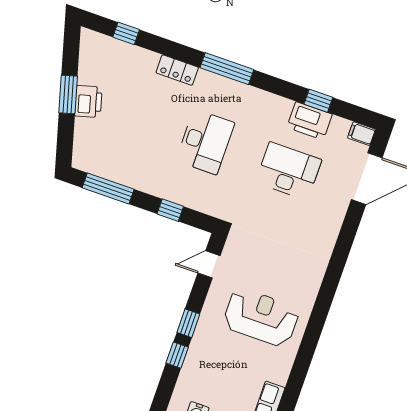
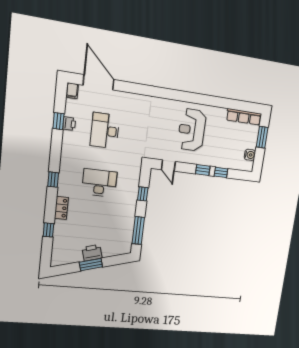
window: (126, 33) -> (48, 230), moved
window: (227, 69) -> (53, 180), width x0.46
printer: (310, 121) -> (69, 124), width x0.53, depth x0.68

